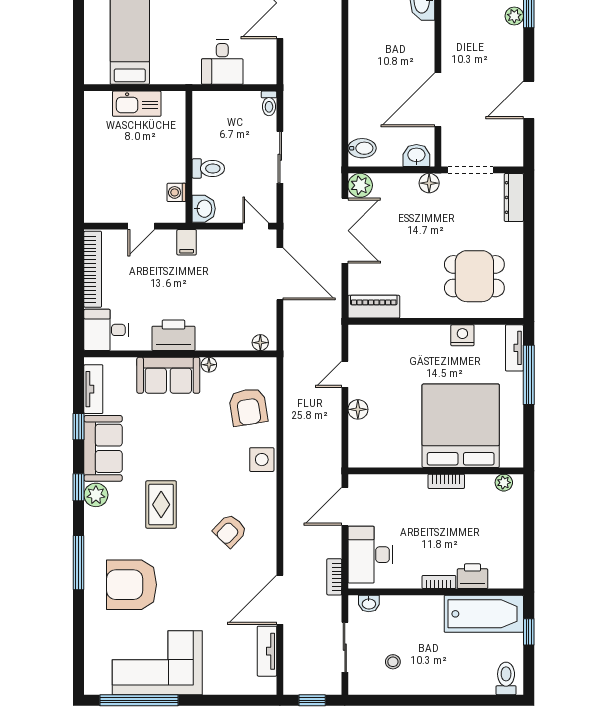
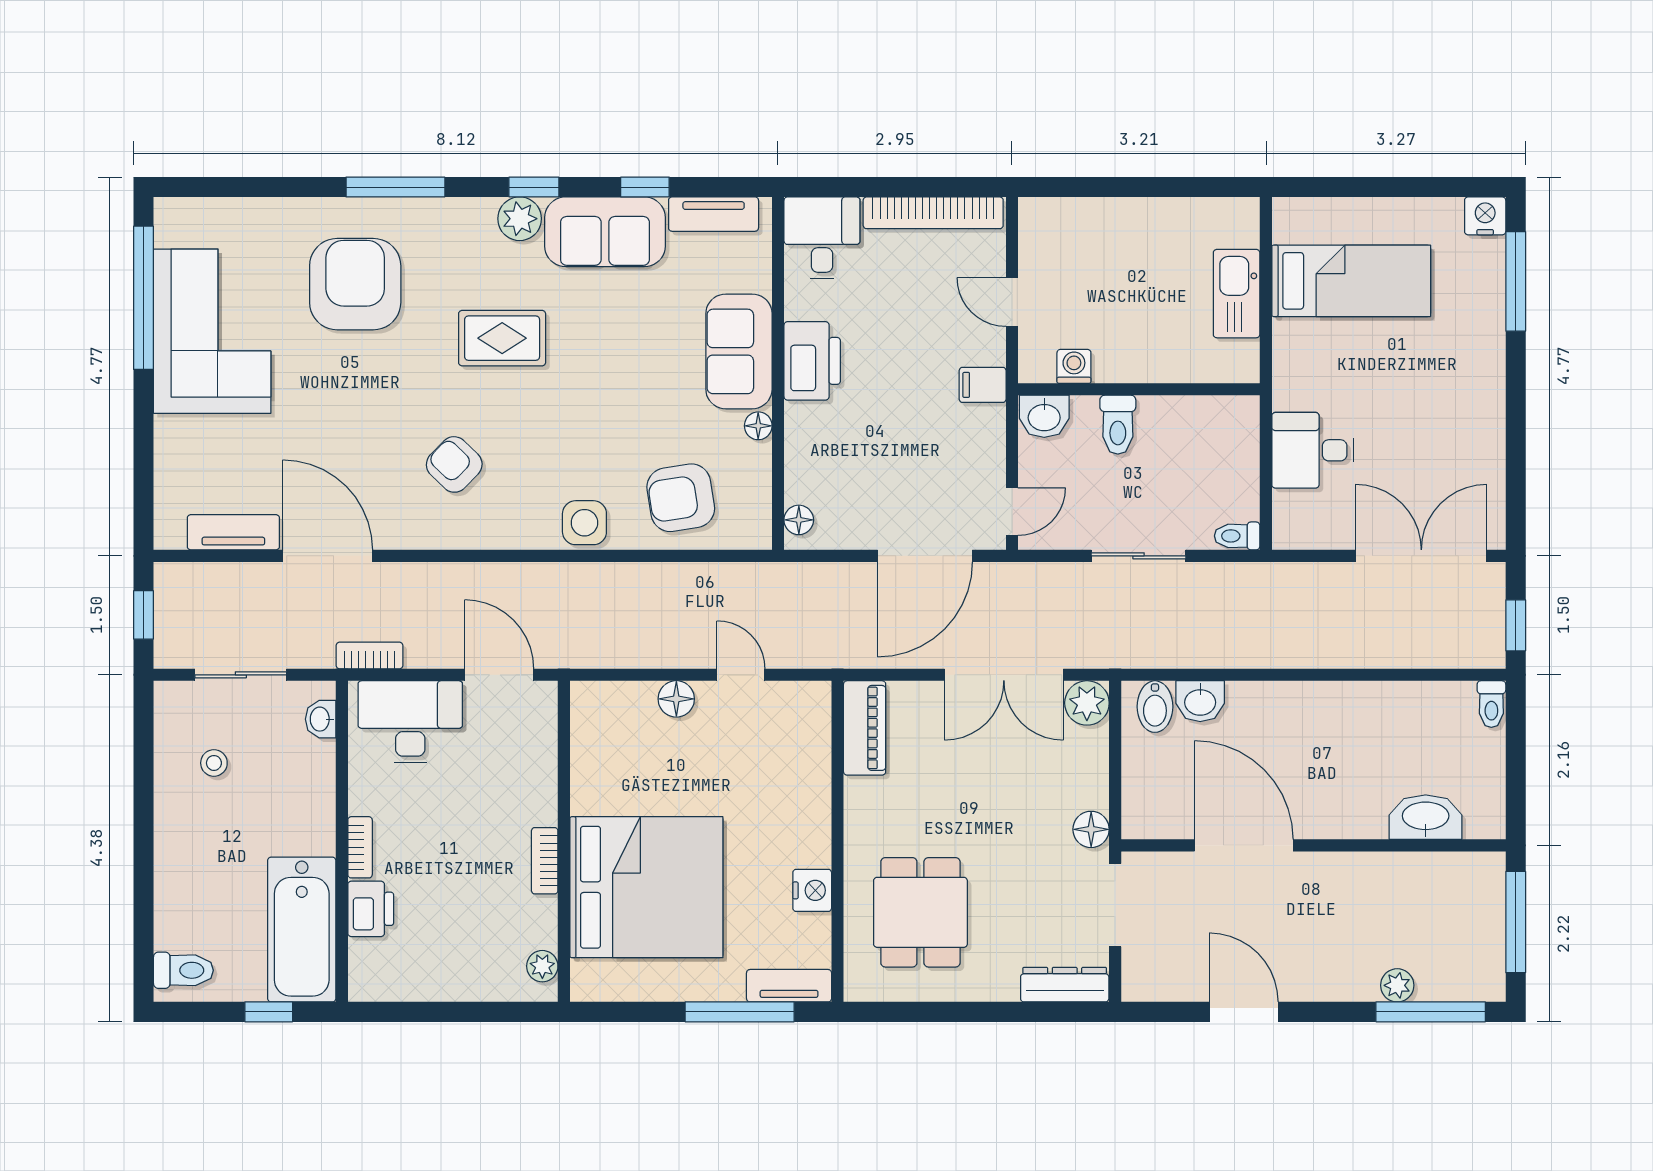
washbasin: (416, 156) -> (1200, 701), moved, turned 90

